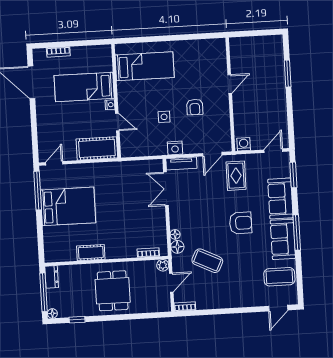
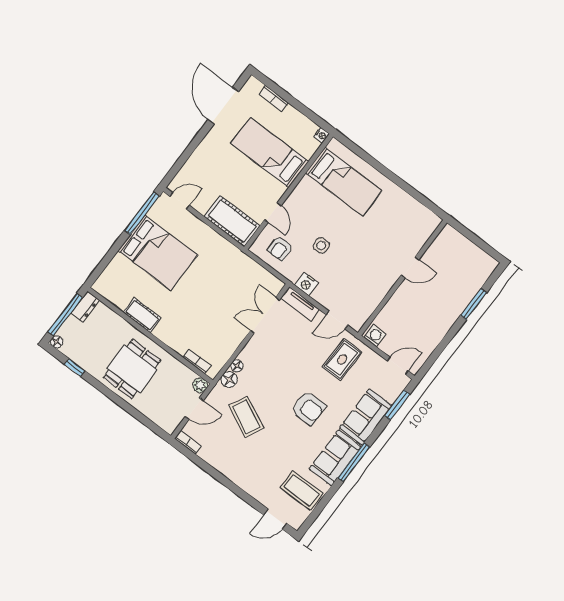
nightstand: (110, 105) -> (321, 135), moved
armchair: (195, 107) -> (280, 248), moved

